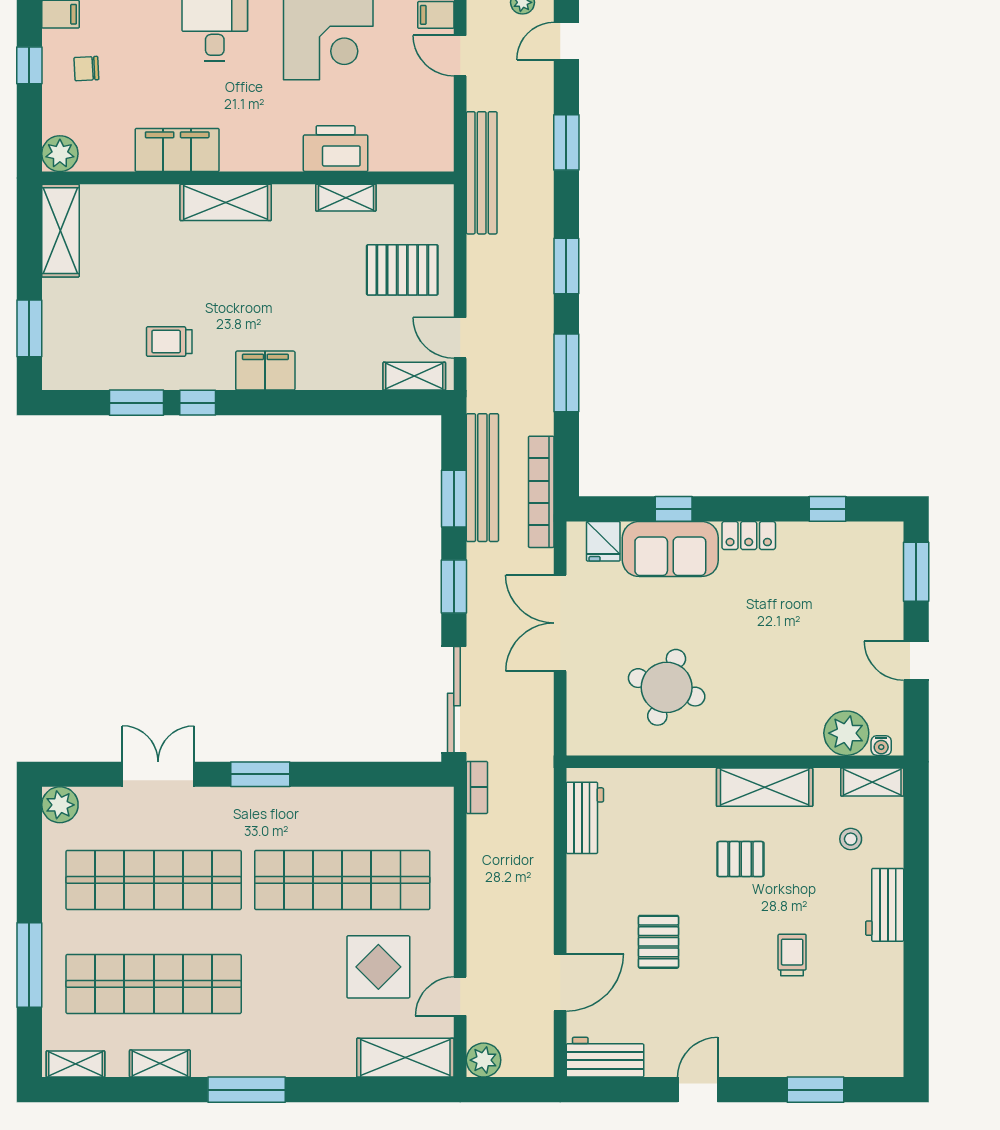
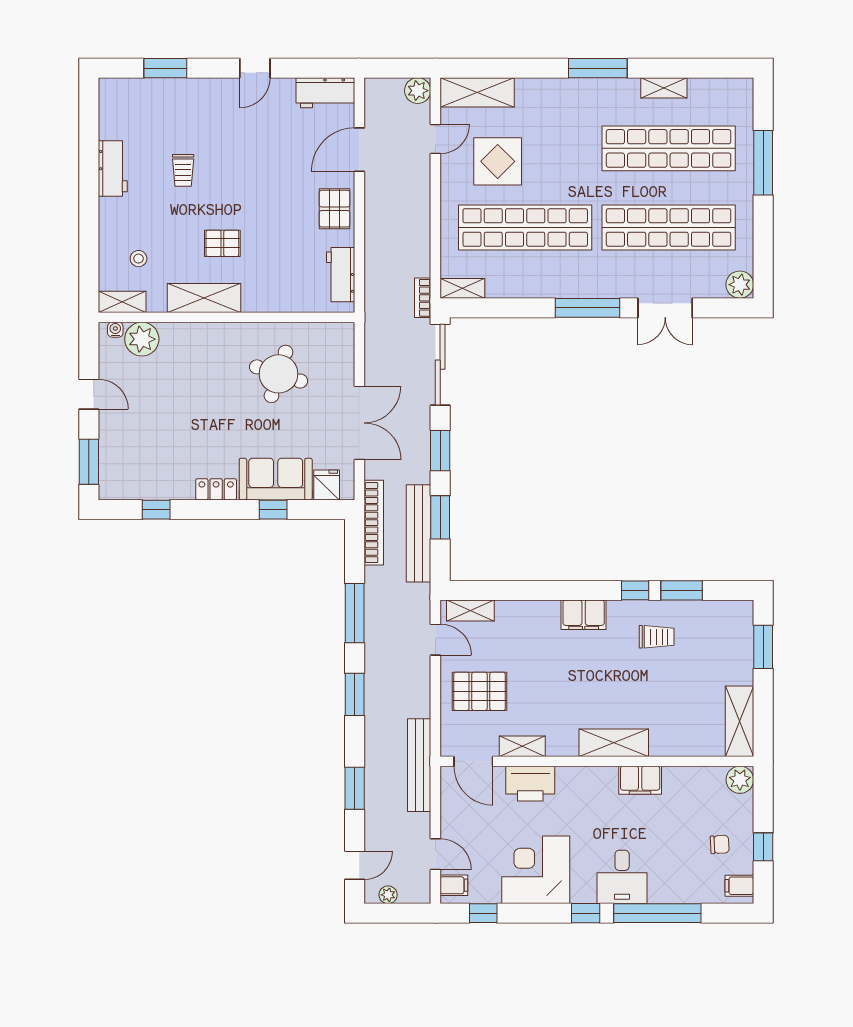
filing cabinet: (177, 150) -> (640, 780), width x0.67, depth x0.86
door: (410, 178) -> (473, 761), added
window: (260, 774) -> (587, 308), width x1.44
workbench: (885, 905) -> (113, 168), moved
pallet: (659, 942) -> (335, 209), moved
shelving: (75, 1064) -> (462, 288), moved

